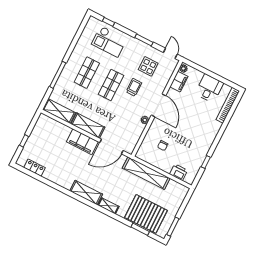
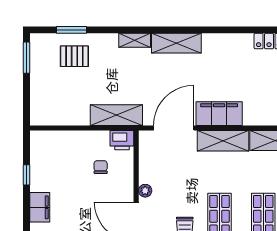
filing cabinet: (208, 140) -> (40, 207), added
printer: (179, 172) -> (122, 140), moved
shelving: (146, 173) -> (116, 115), width x0.68
pallet: (146, 214) -> (74, 56), width x0.49, depth x0.50

